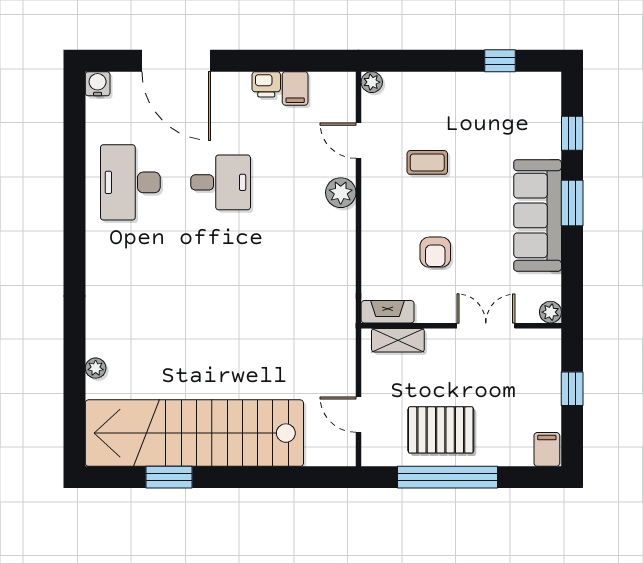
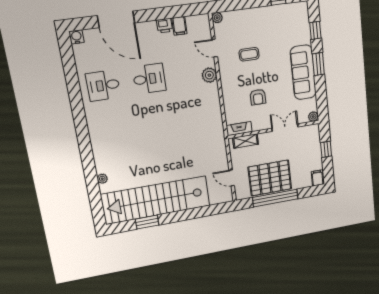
desk: (130, 182) -> (103, 85), width x0.73
pallet: (441, 430) -> (270, 178), width x1.37, depth x1.41

